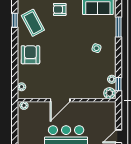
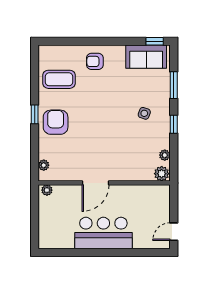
window: (15, 20) -> (35, 114), moved
coffee table: (33, 23) -> (59, 79), turned -62
window: (119, 84) -> (174, 124), moved

